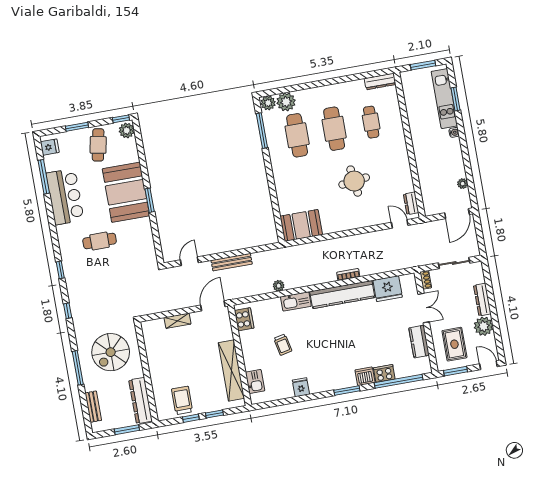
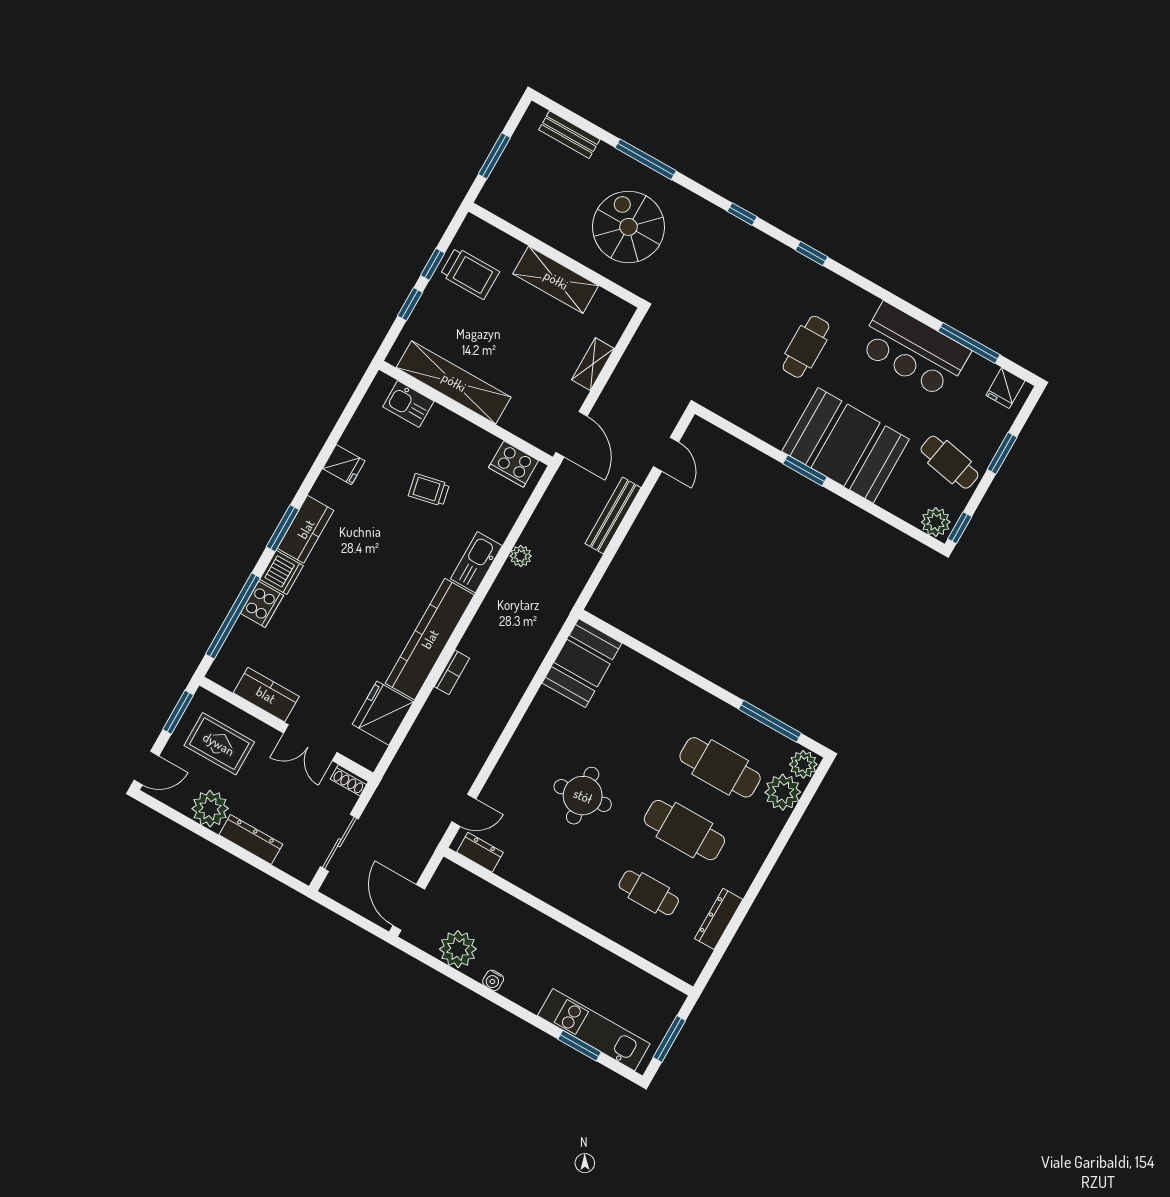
dresser: (380, 81) -> (719, 919), moved
water cooler: (454, 132) -> (493, 980), moved
plant: (463, 184) -> (458, 949), width x1.88, depth x1.88
shelving: (156, 364) -> (556, 280), added
kitchen counter: (340, 381) -> (306, 529), added
dresser: (141, 401) -> (520, 212), removed

